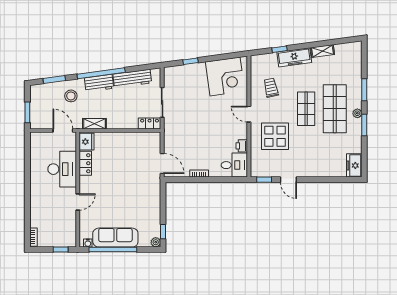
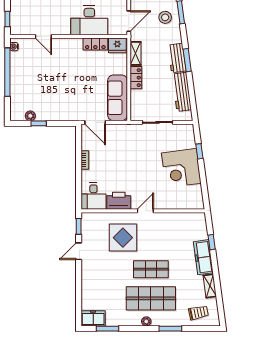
window: (101, 73) -> (187, 60), width x0.47
corner desk: (225, 77) -> (181, 168), moved
trolley: (271, 88) -> (198, 313), moved
stool: (71, 96) -> (165, 17), moved
locker: (150, 123) -> (136, 78), moved
window: (364, 125) -> (108, 329), moved
printer: (242, 146) -> (119, 201), width x1.87, depth x1.48
door: (162, 163) -> (95, 122), hinge flipped
door: (78, 202) -> (43, 36), moved
window: (163, 232) -> (39, 123), moved
sofa: (115, 238) -> (118, 98), moved, turned 180
plant: (156, 242) -> (30, 116), moved

